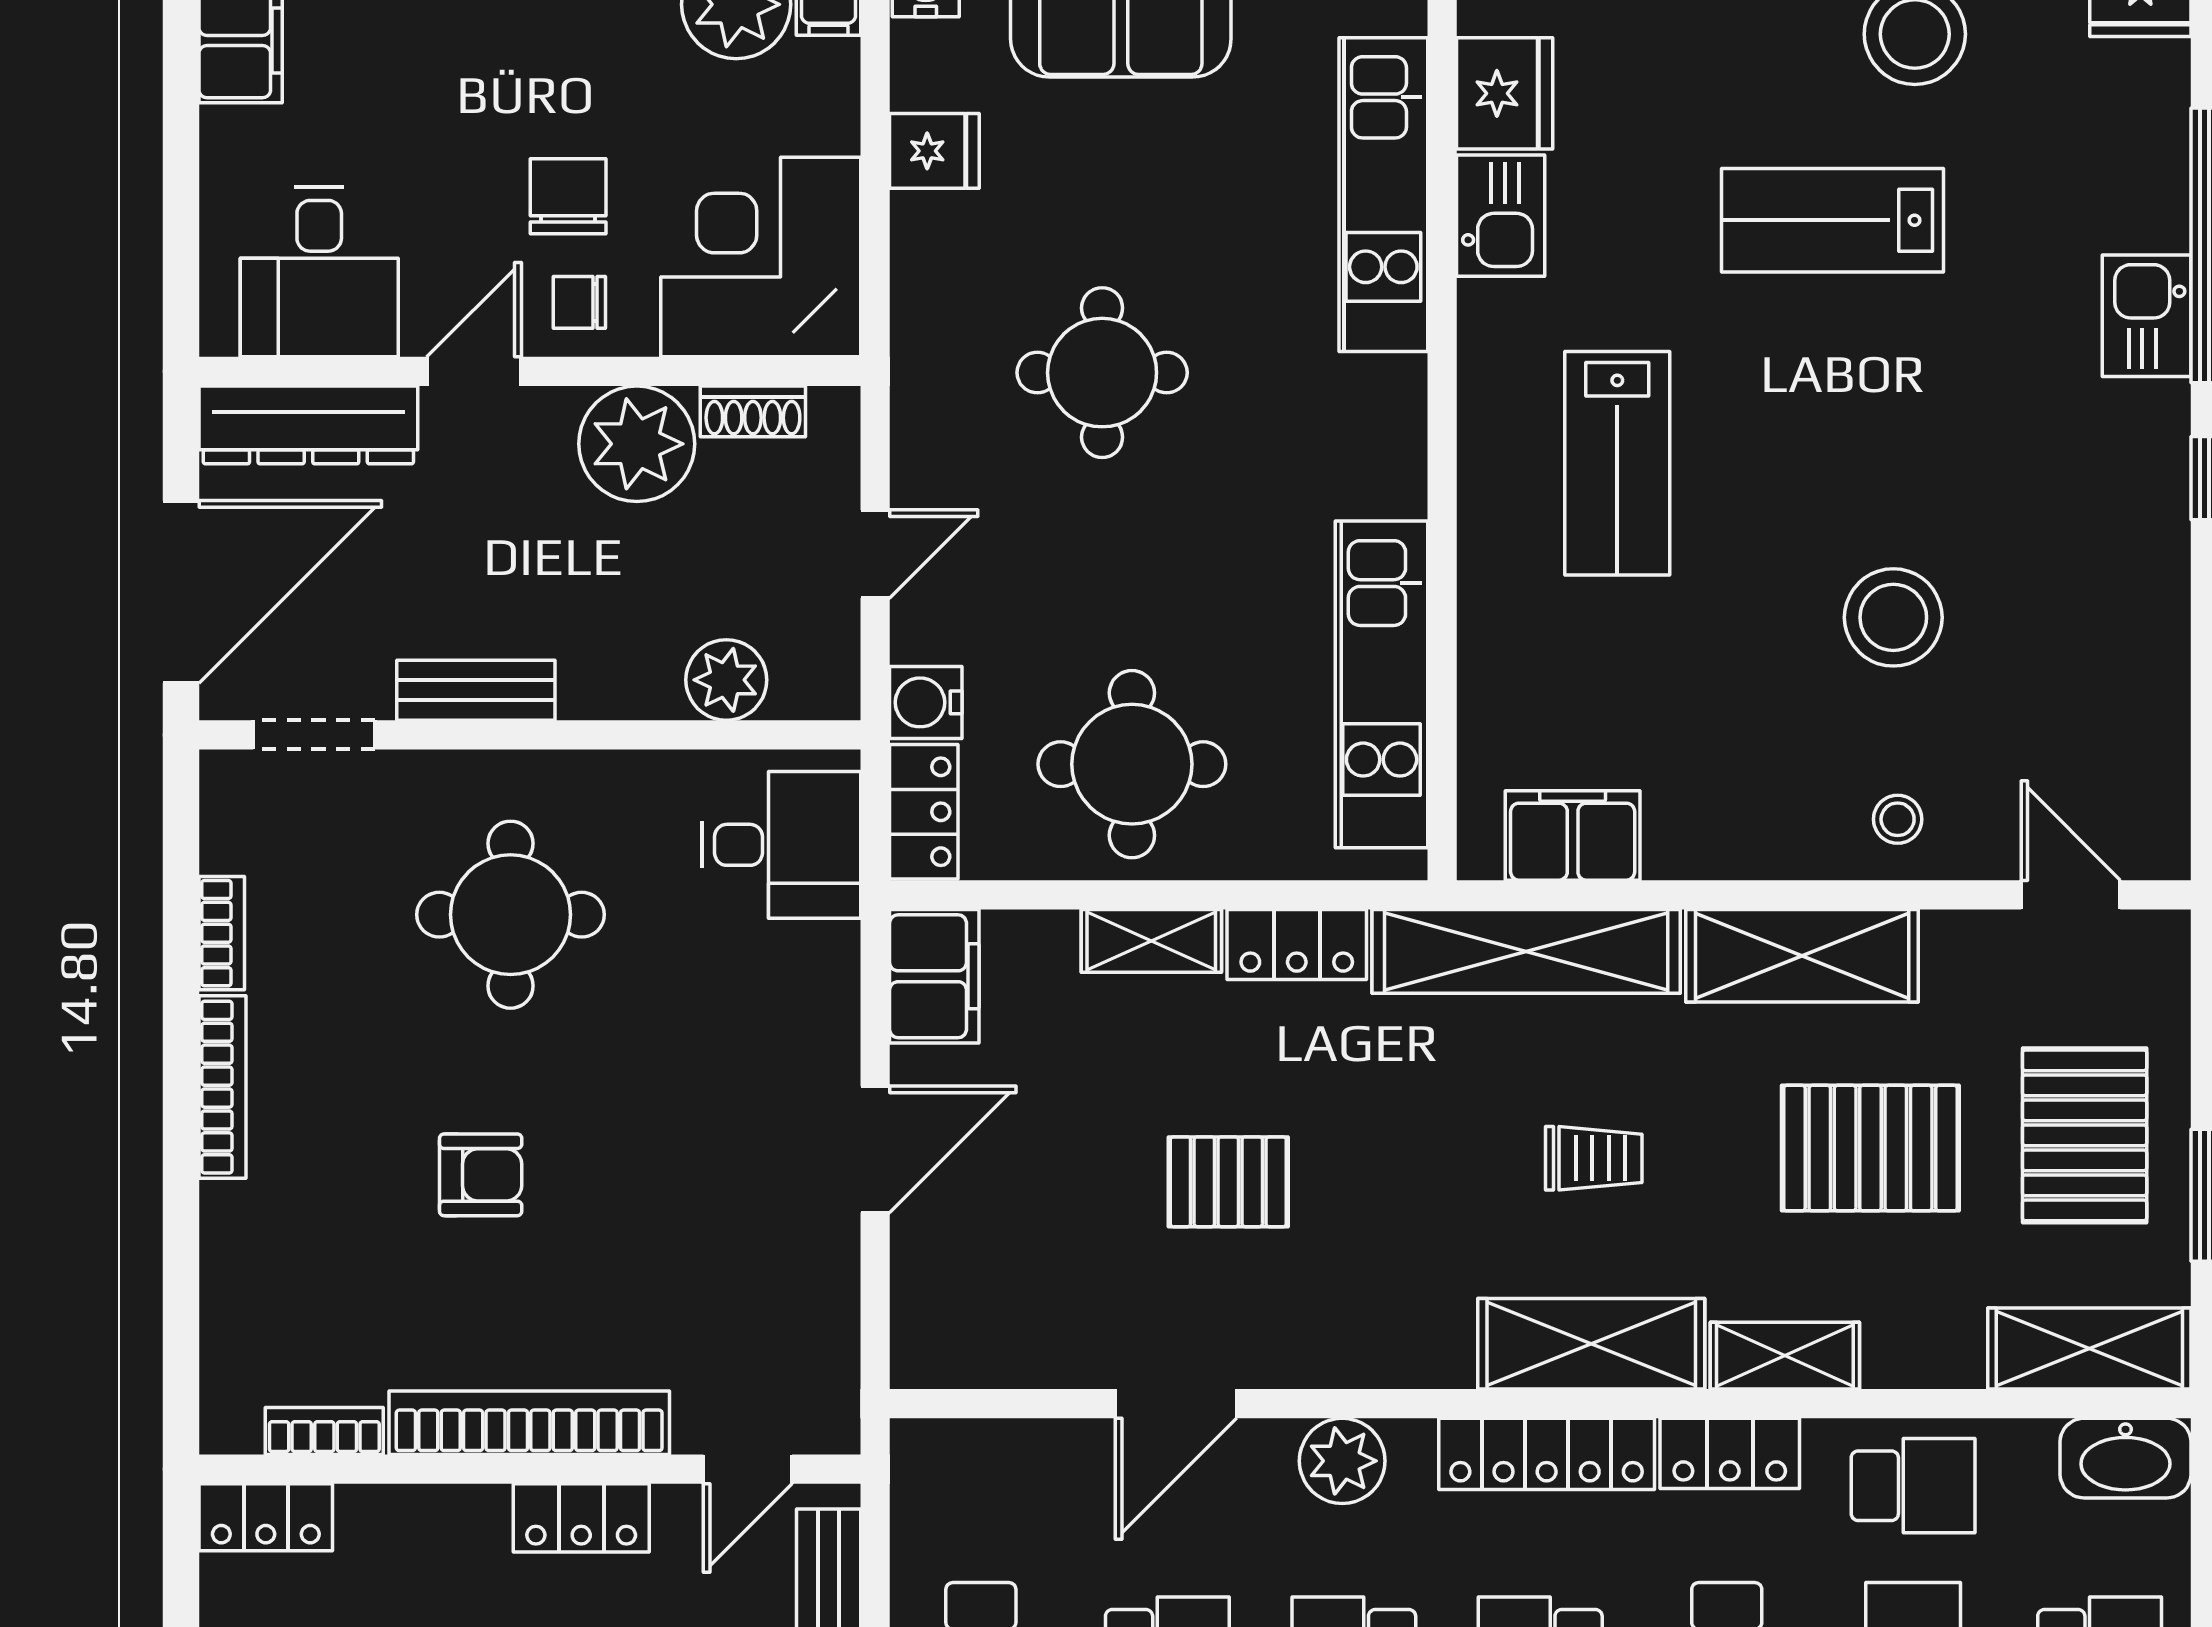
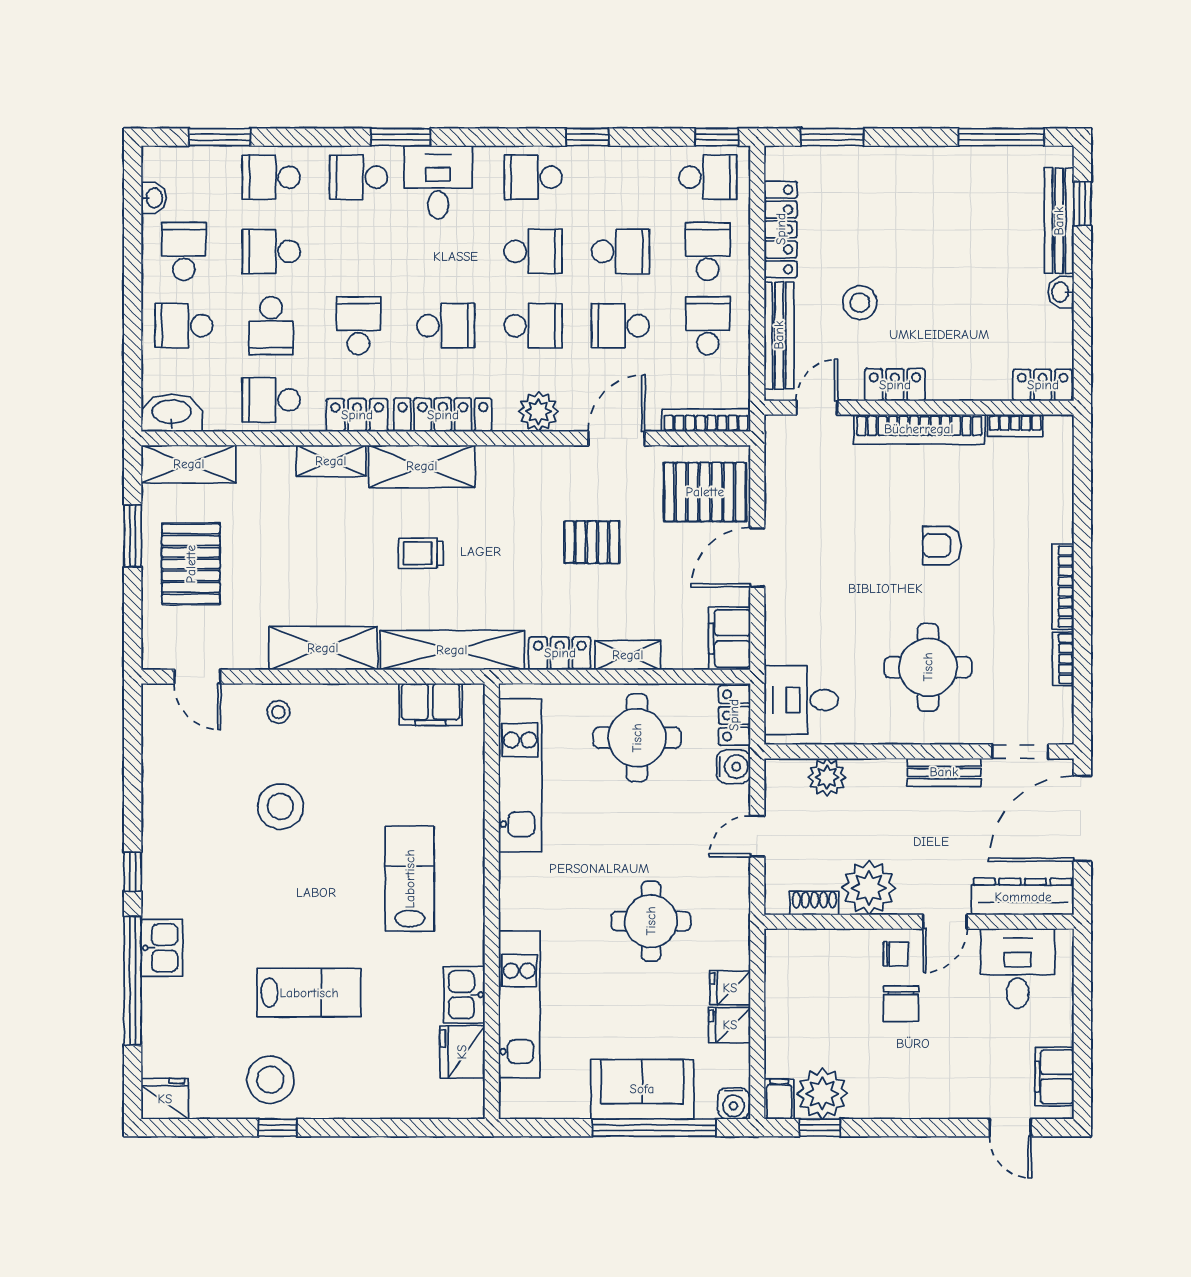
fridge: (933, 231) -> (730, 988), added
corner desk: (761, 257) -> (811, 975), removed
pallet: (1870, 1148) -> (705, 492), moved
bookcase: (985, 1442) -> (706, 420), added

